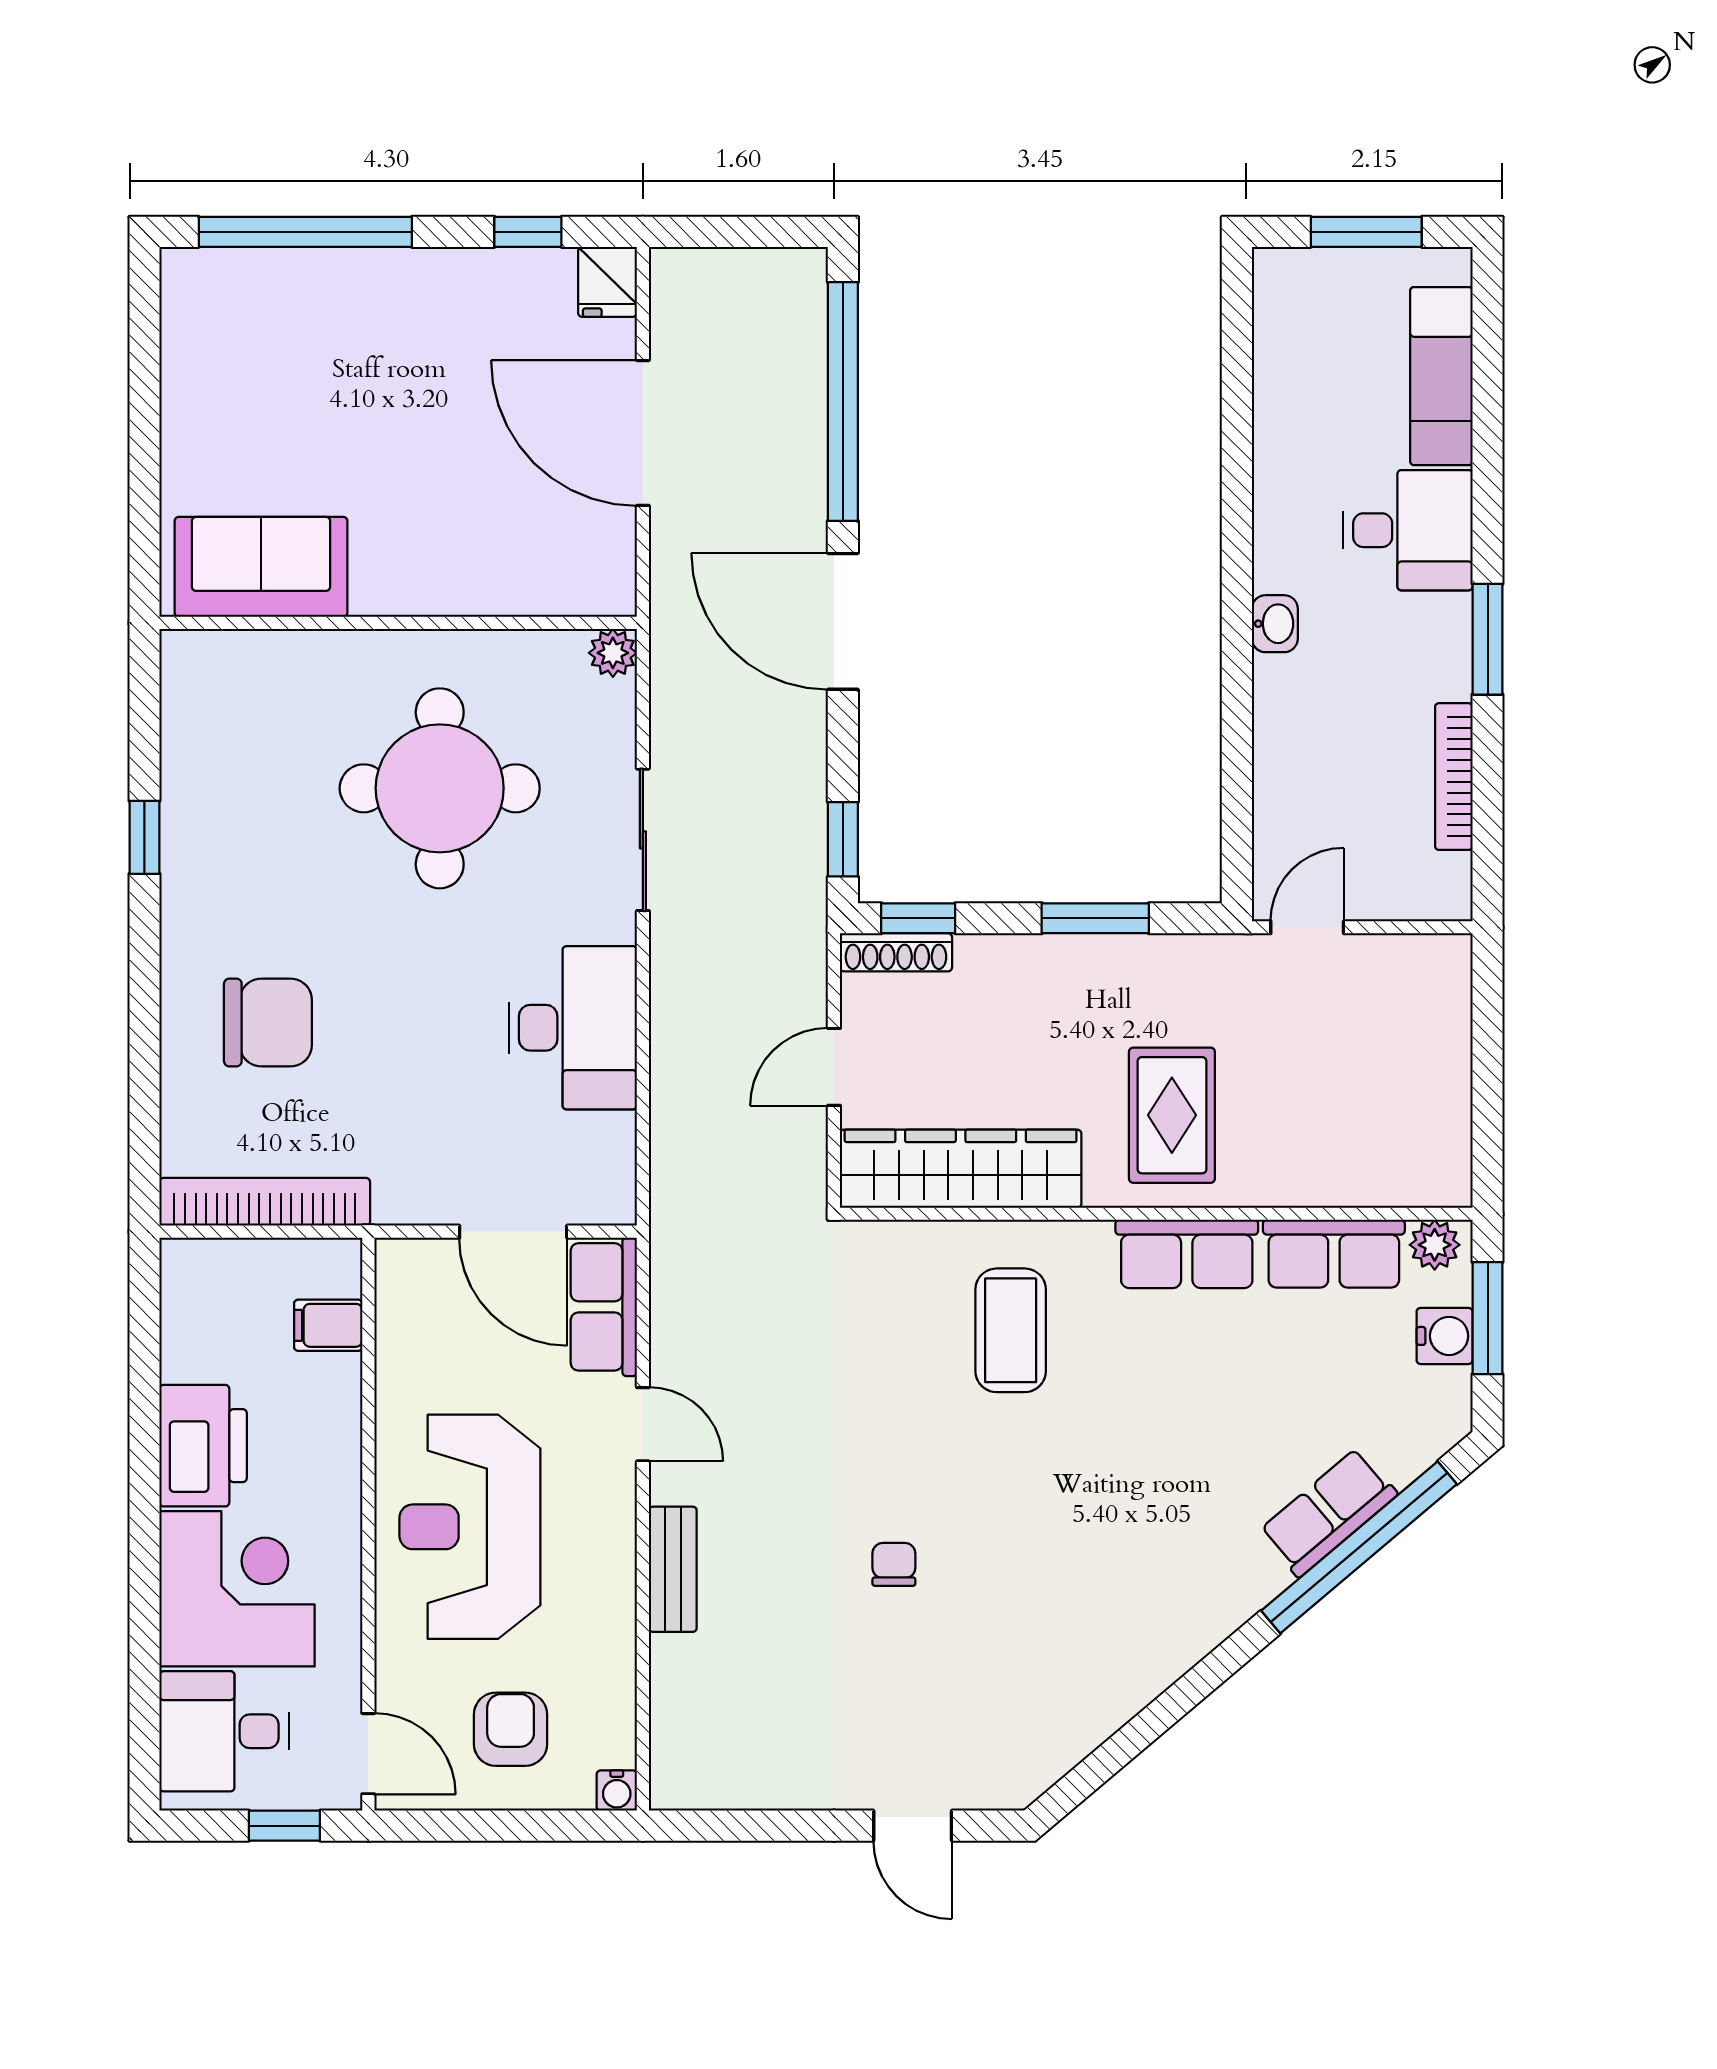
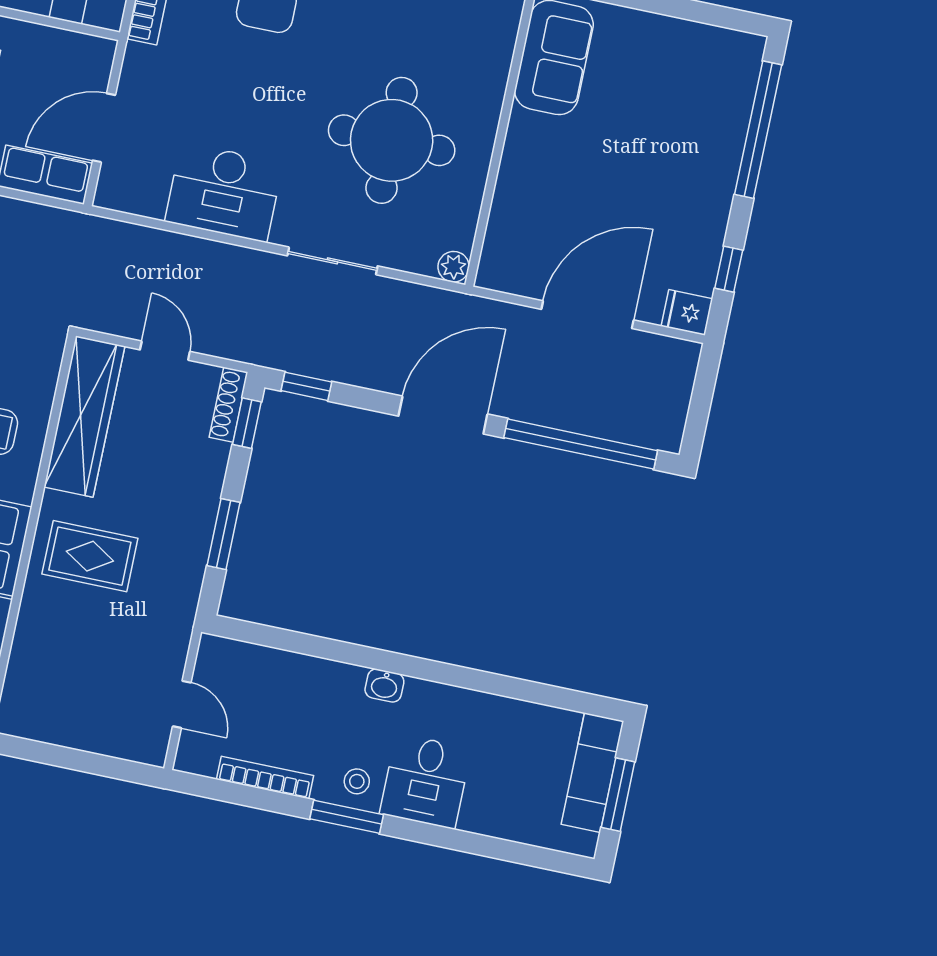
exam couch: (1441, 376) -> (592, 773), moved, turned -90
stool: (1430, 635) -> (357, 781), added
door: (1307, 927) -> (182, 704), moved

